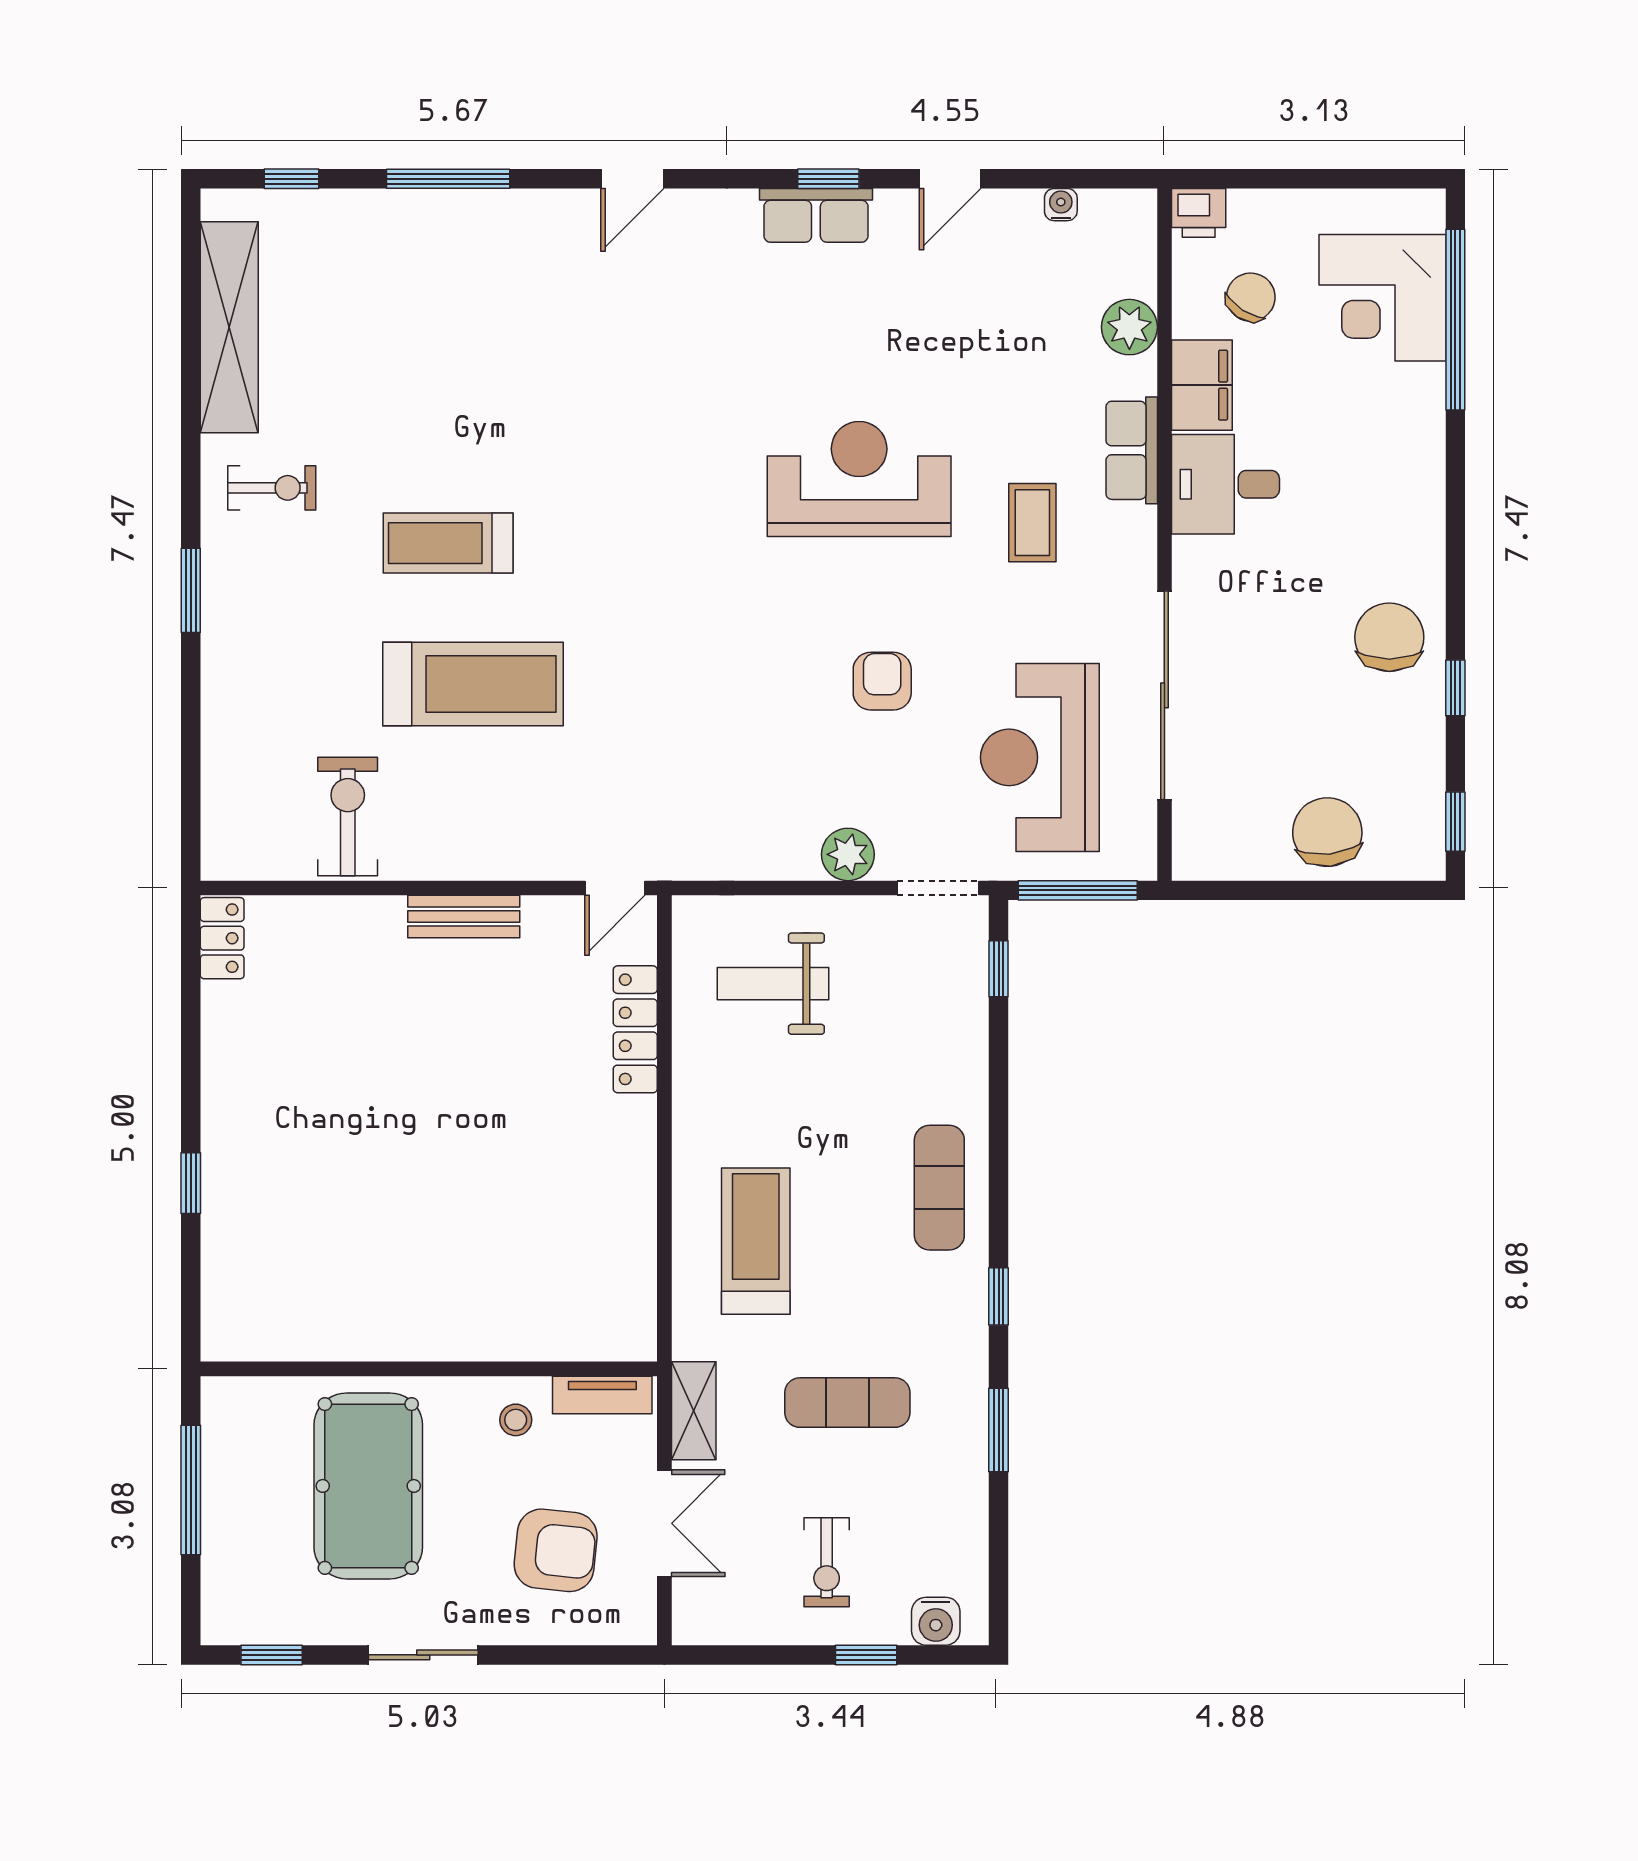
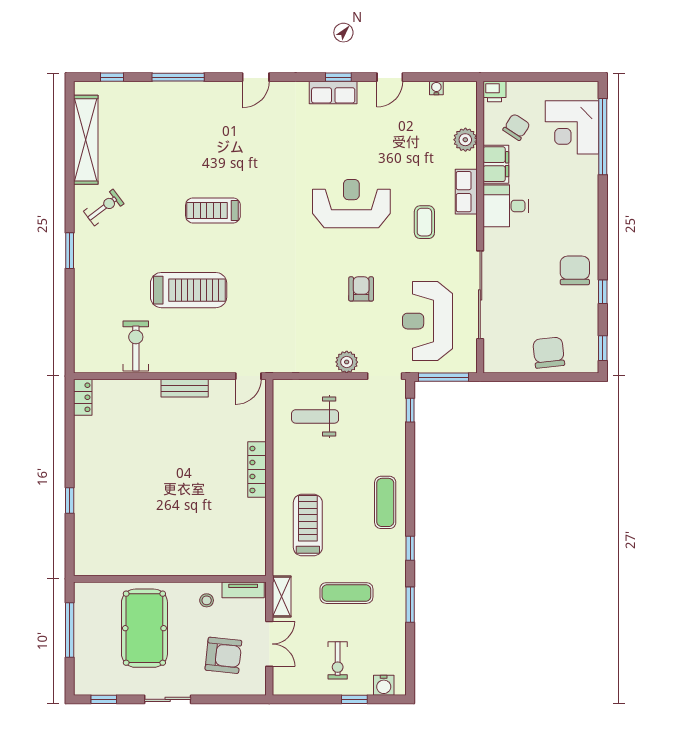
exercise bike: (272, 488) -> (104, 207), turned -37
treadmill: (448, 543) -> (213, 210), moved
locker: (635, 1029) -> (257, 469), moved

